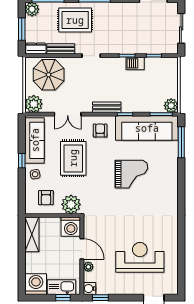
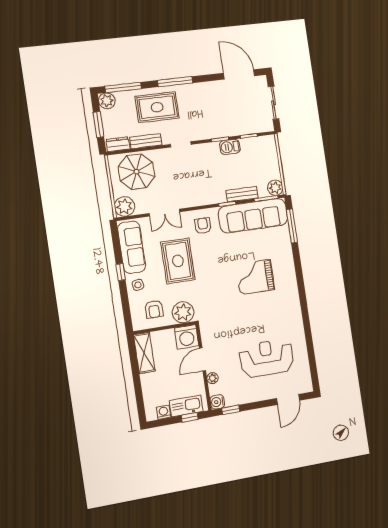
bench: (107, 107) -> (242, 194), moved
grand piano: (131, 174) -> (255, 277), moved, turned 180
door: (82, 249) -> (202, 359), swing flipped
washing machine: (36, 284) -> (164, 412), width x0.53, depth x0.53

